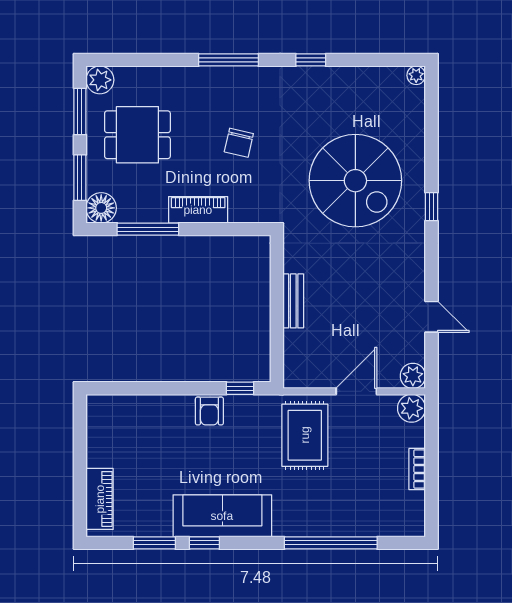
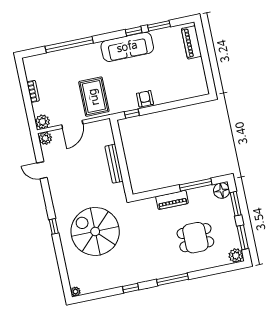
dining table: (137, 135) -> (195, 238), moved
chair: (239, 143) -> (158, 238), removed
bench: (293, 301) -> (114, 164), width x1.36

